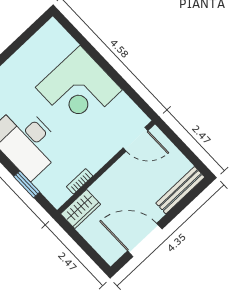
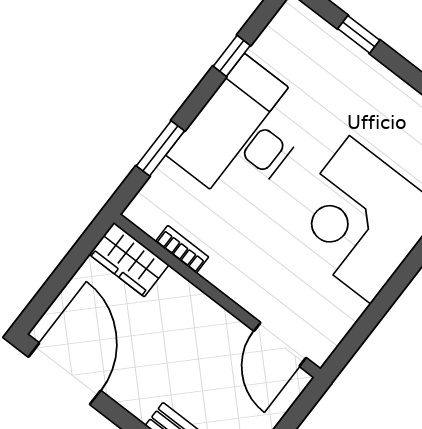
door: (145, 240) -> (65, 374), moved

